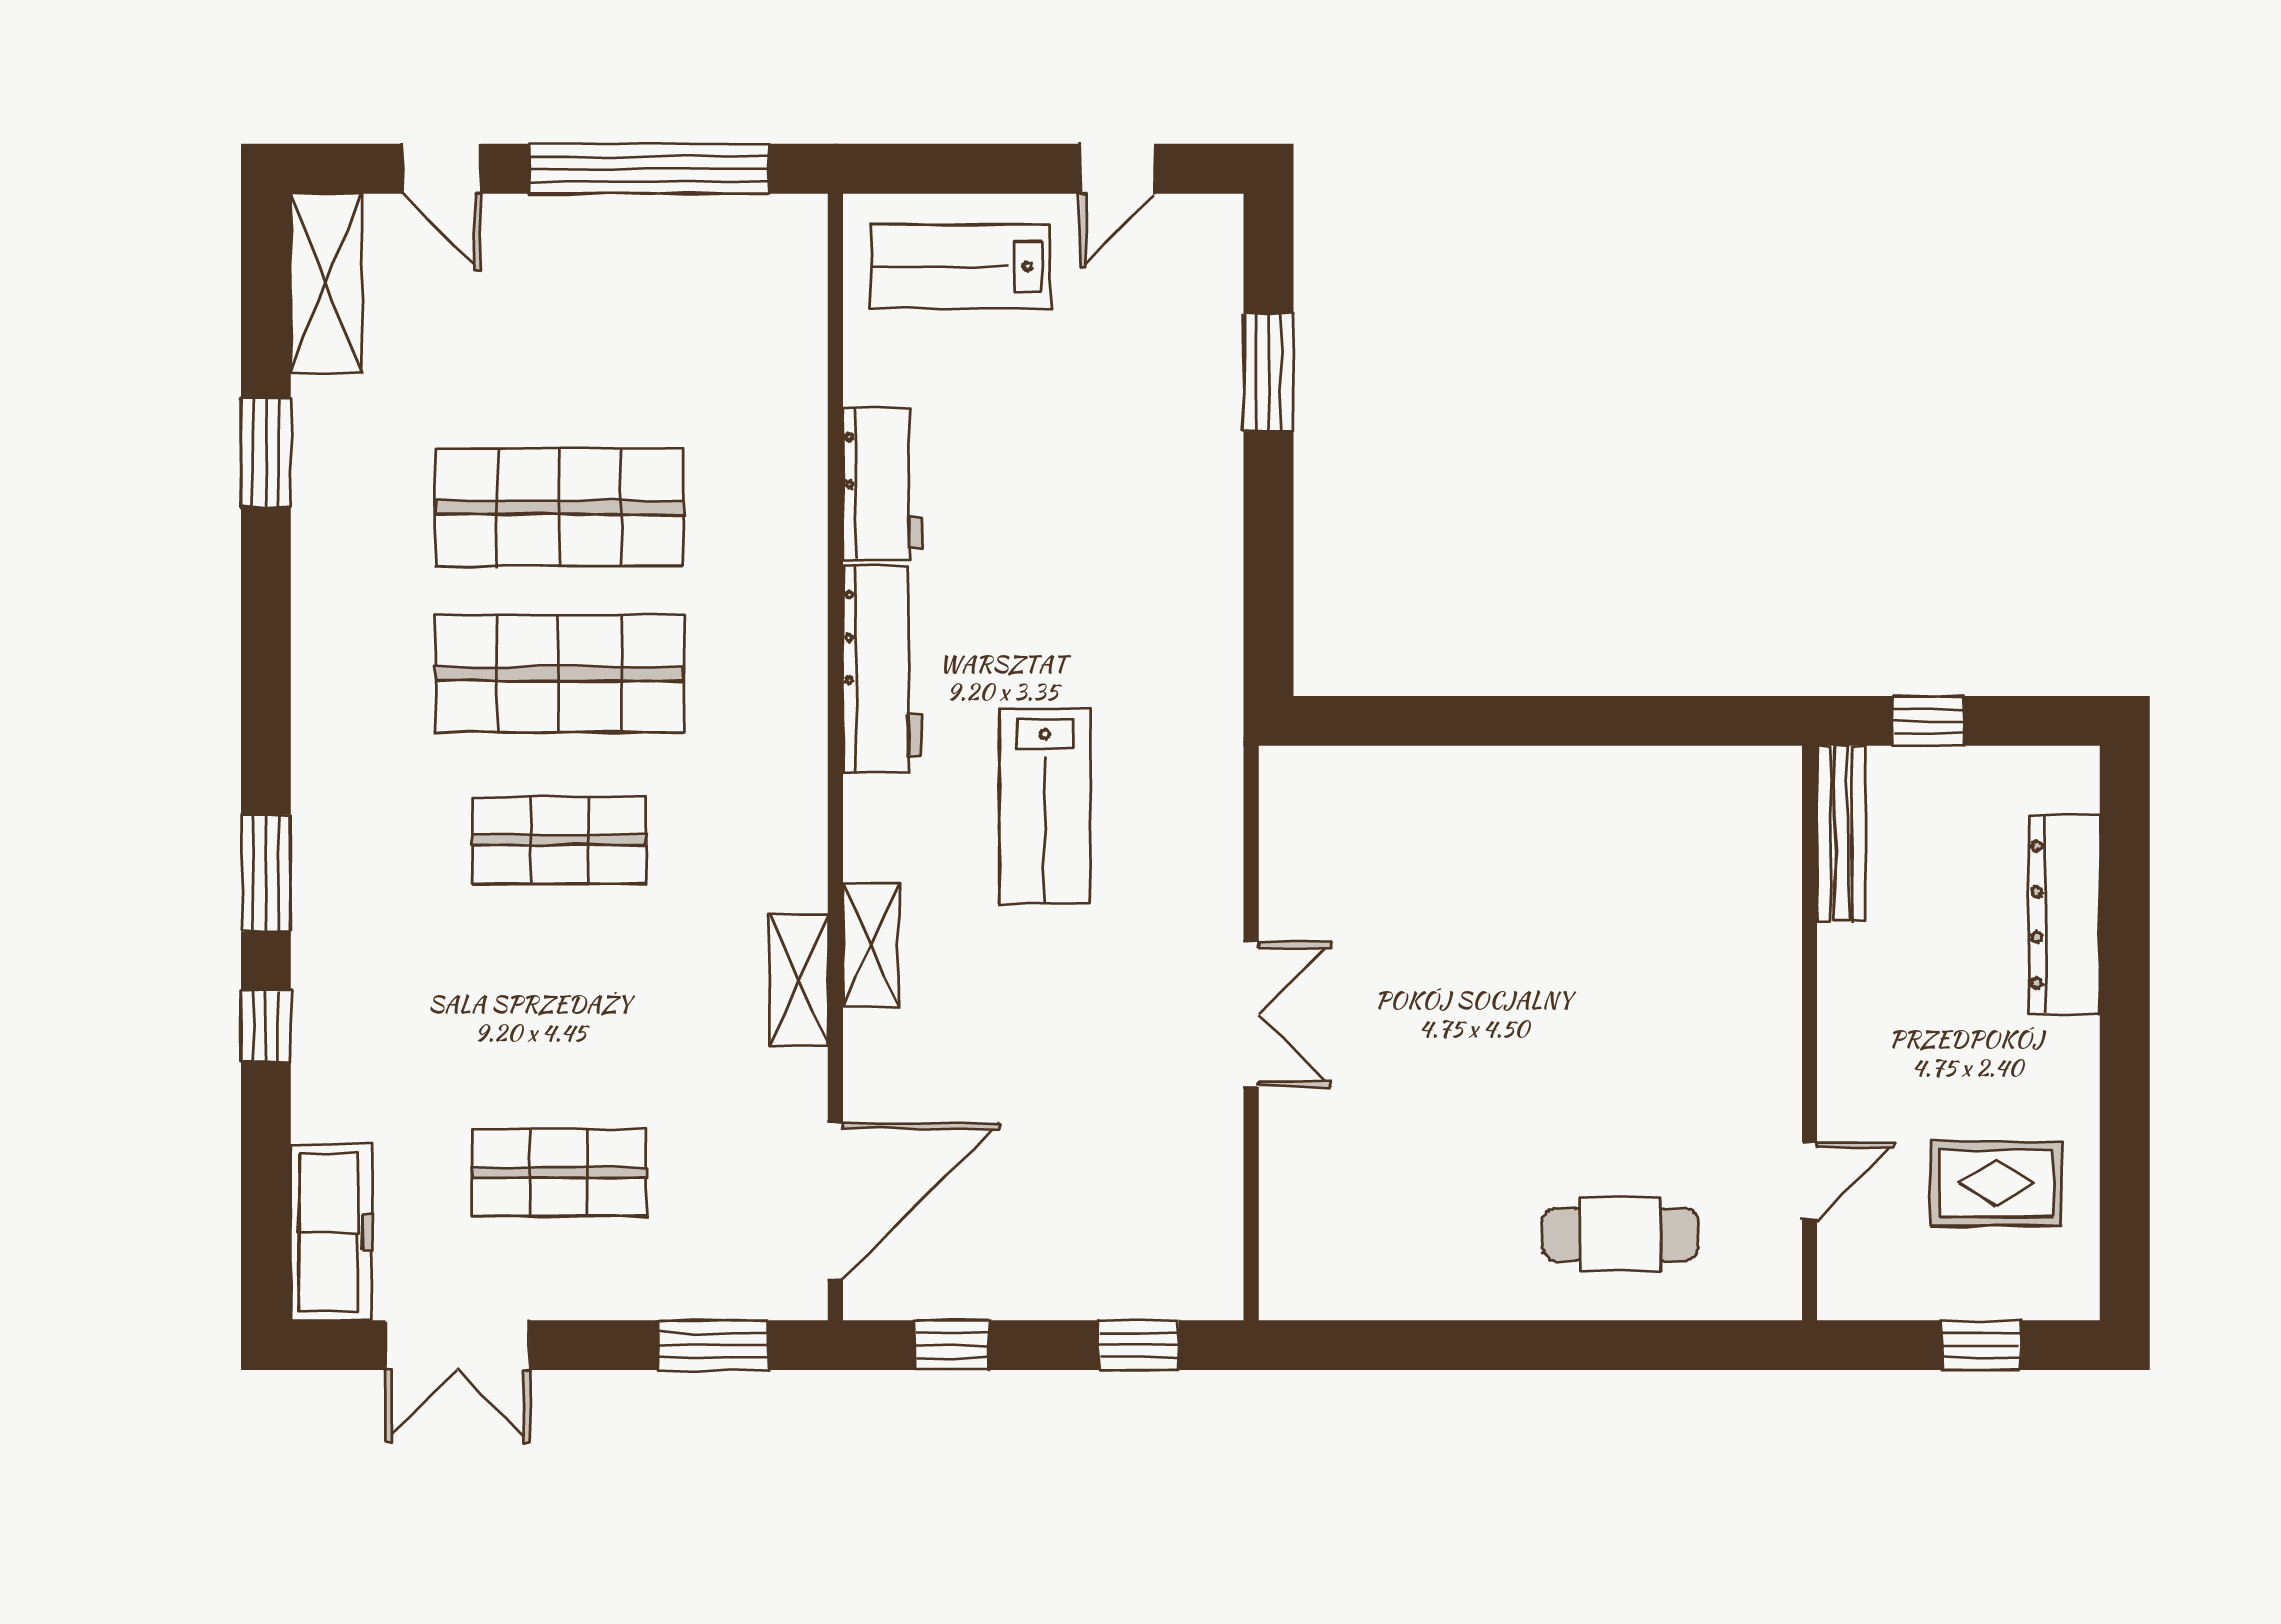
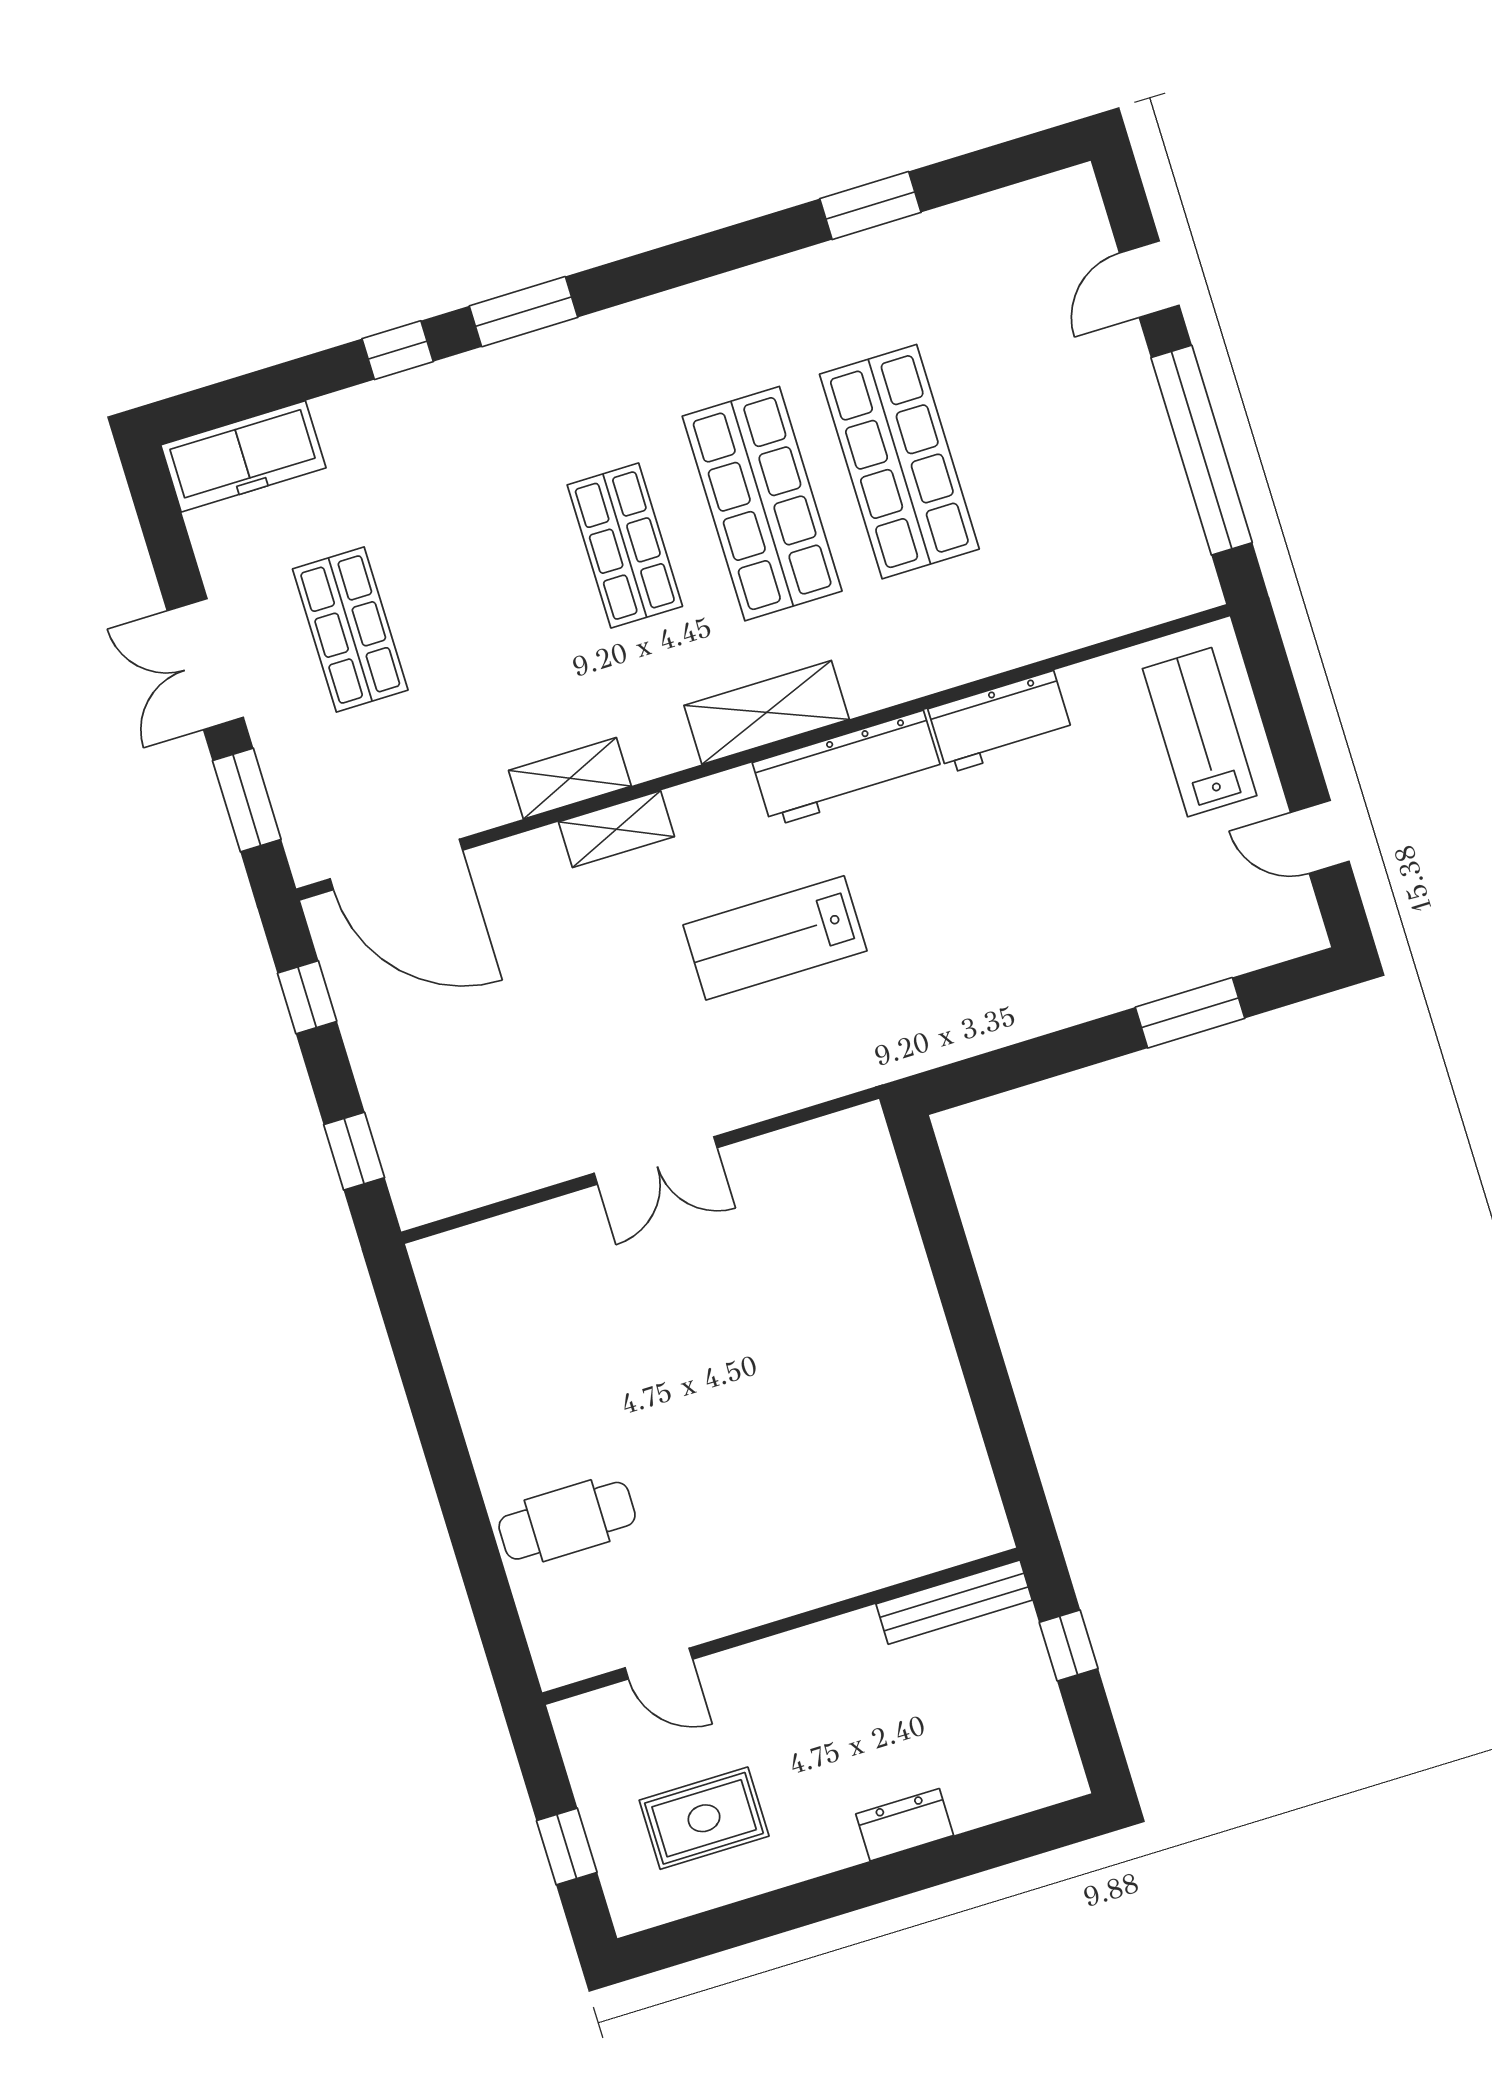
shelving: (326, 283) -> (767, 712), moved
dresser: (2064, 915) -> (905, 1825), width x0.51, depth x0.80
rug: (1996, 1183) -> (704, 1818), turned 90
cafe table: (1620, 1234) -> (567, 1521), turned 90
double door: (457, 1345) -> (205, 664), moved

